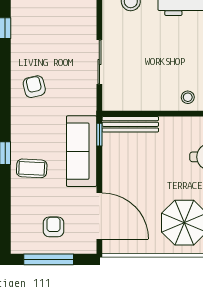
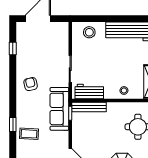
workbench: (131, 99) -> (89, 92), added
sofa: (82, 151) -> (59, 109), moved

